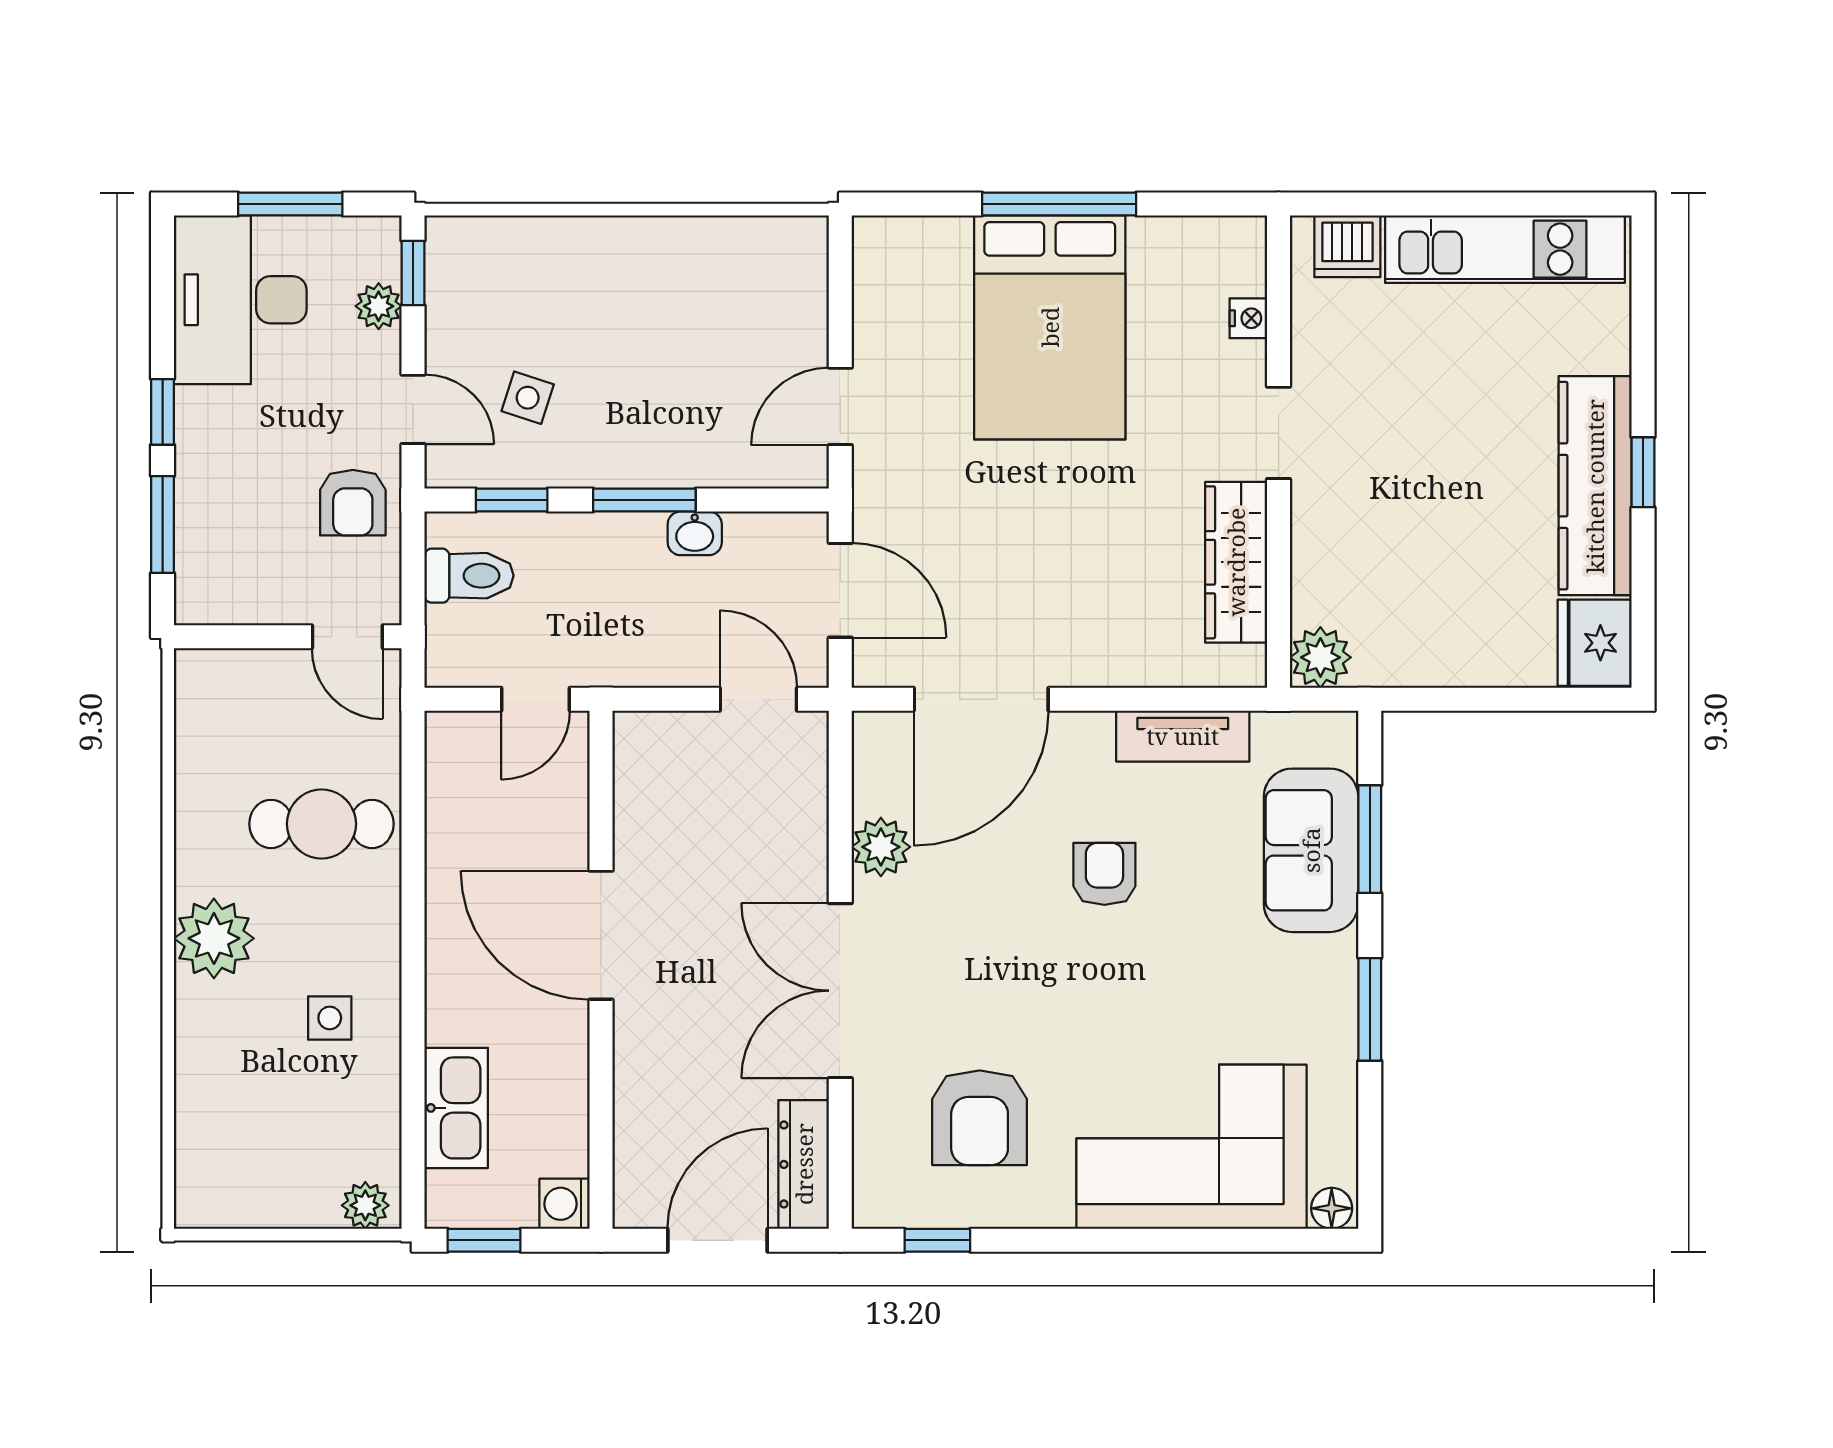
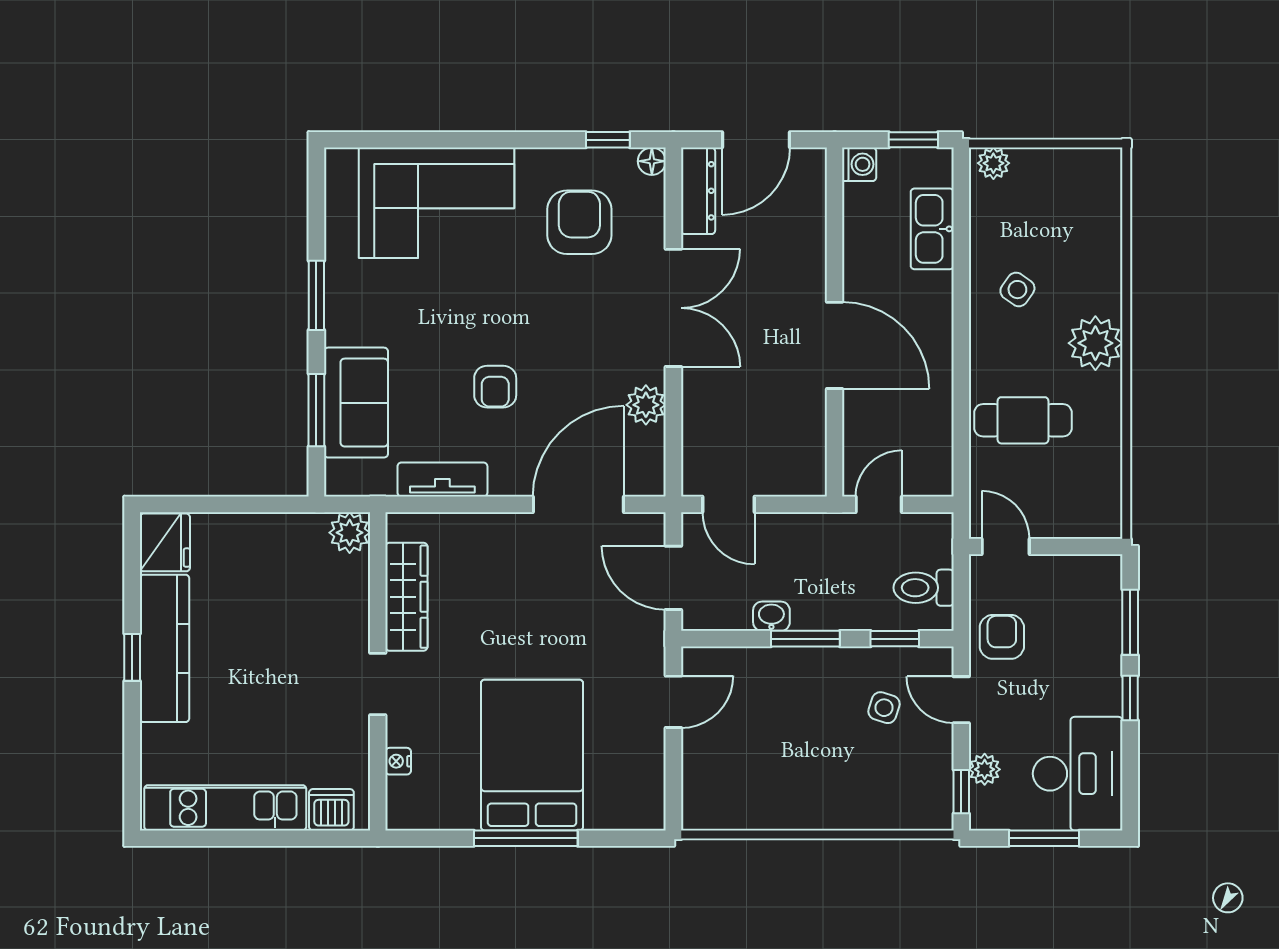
side table: (330, 1018) -> (1017, 290), turned 35
floor lamp: (1332, 1208) -> (652, 161), moved

